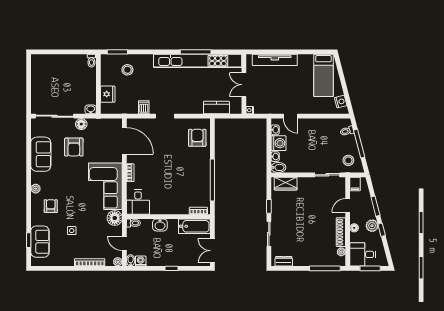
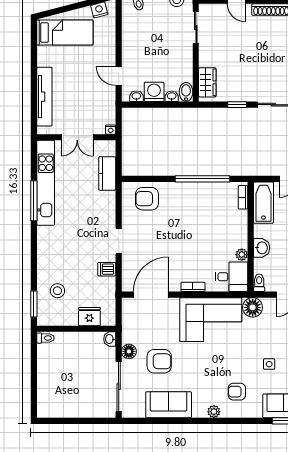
kitchen unit: (198, 61) -> (46, 183), width x0.73
door: (291, 116) -> (119, 76), swing flipped
plant: (155, 210) -> (242, 255), added

